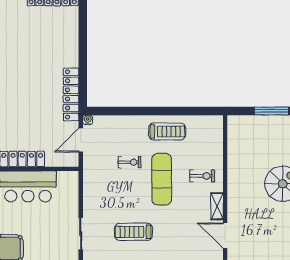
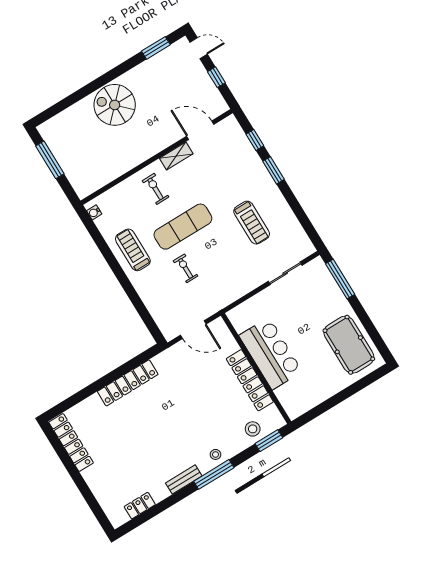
locker: (71, 94) -> (128, 383), moved
water cooler: (88, 120) -> (94, 212), moved
door: (225, 236) -> (200, 130), swing flipped

